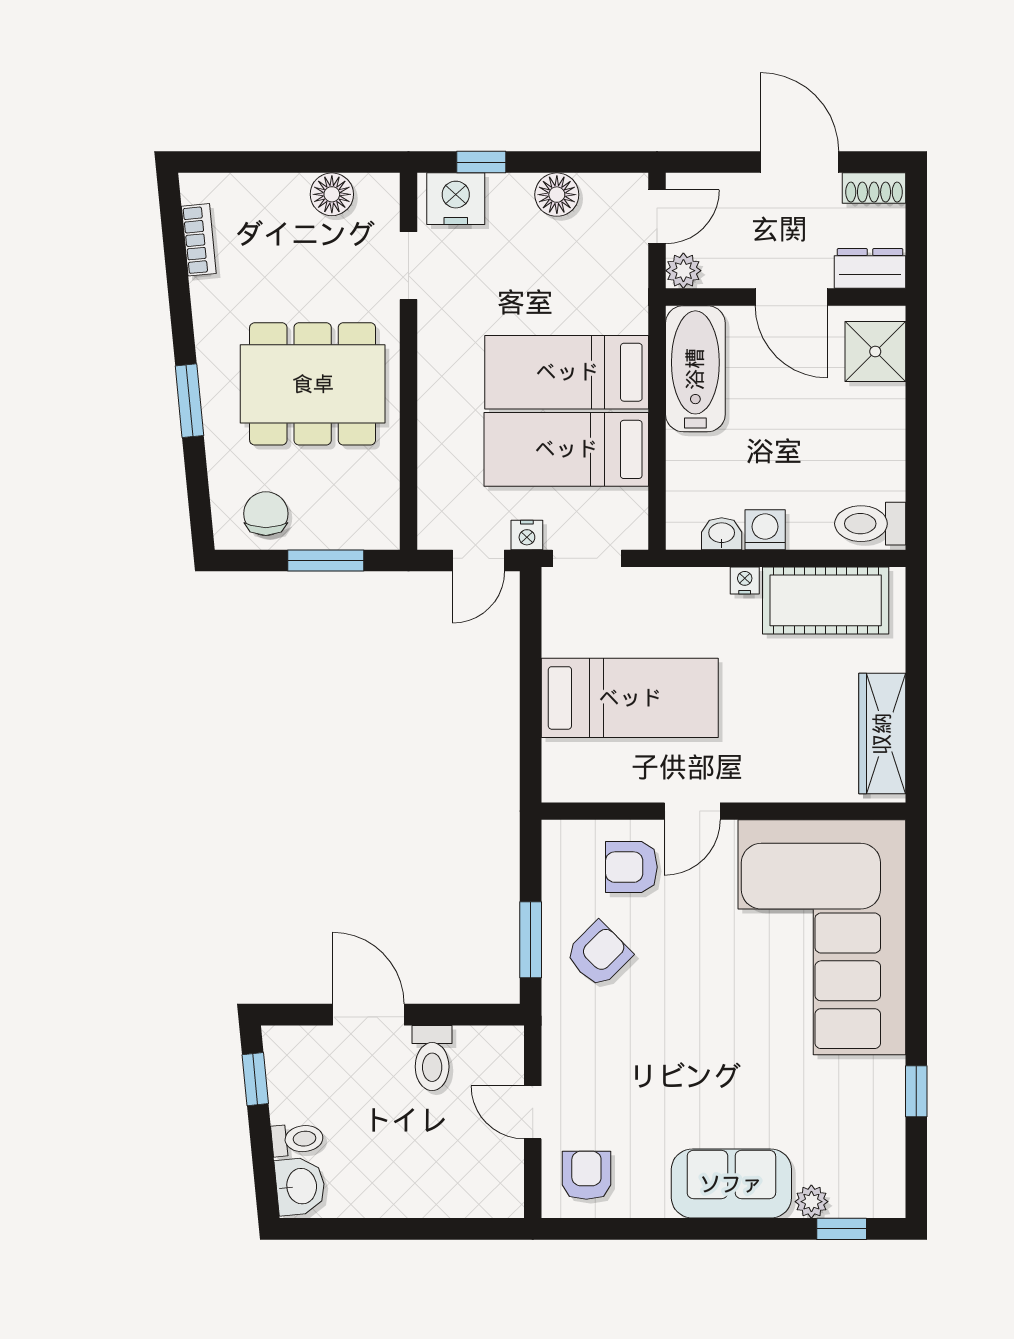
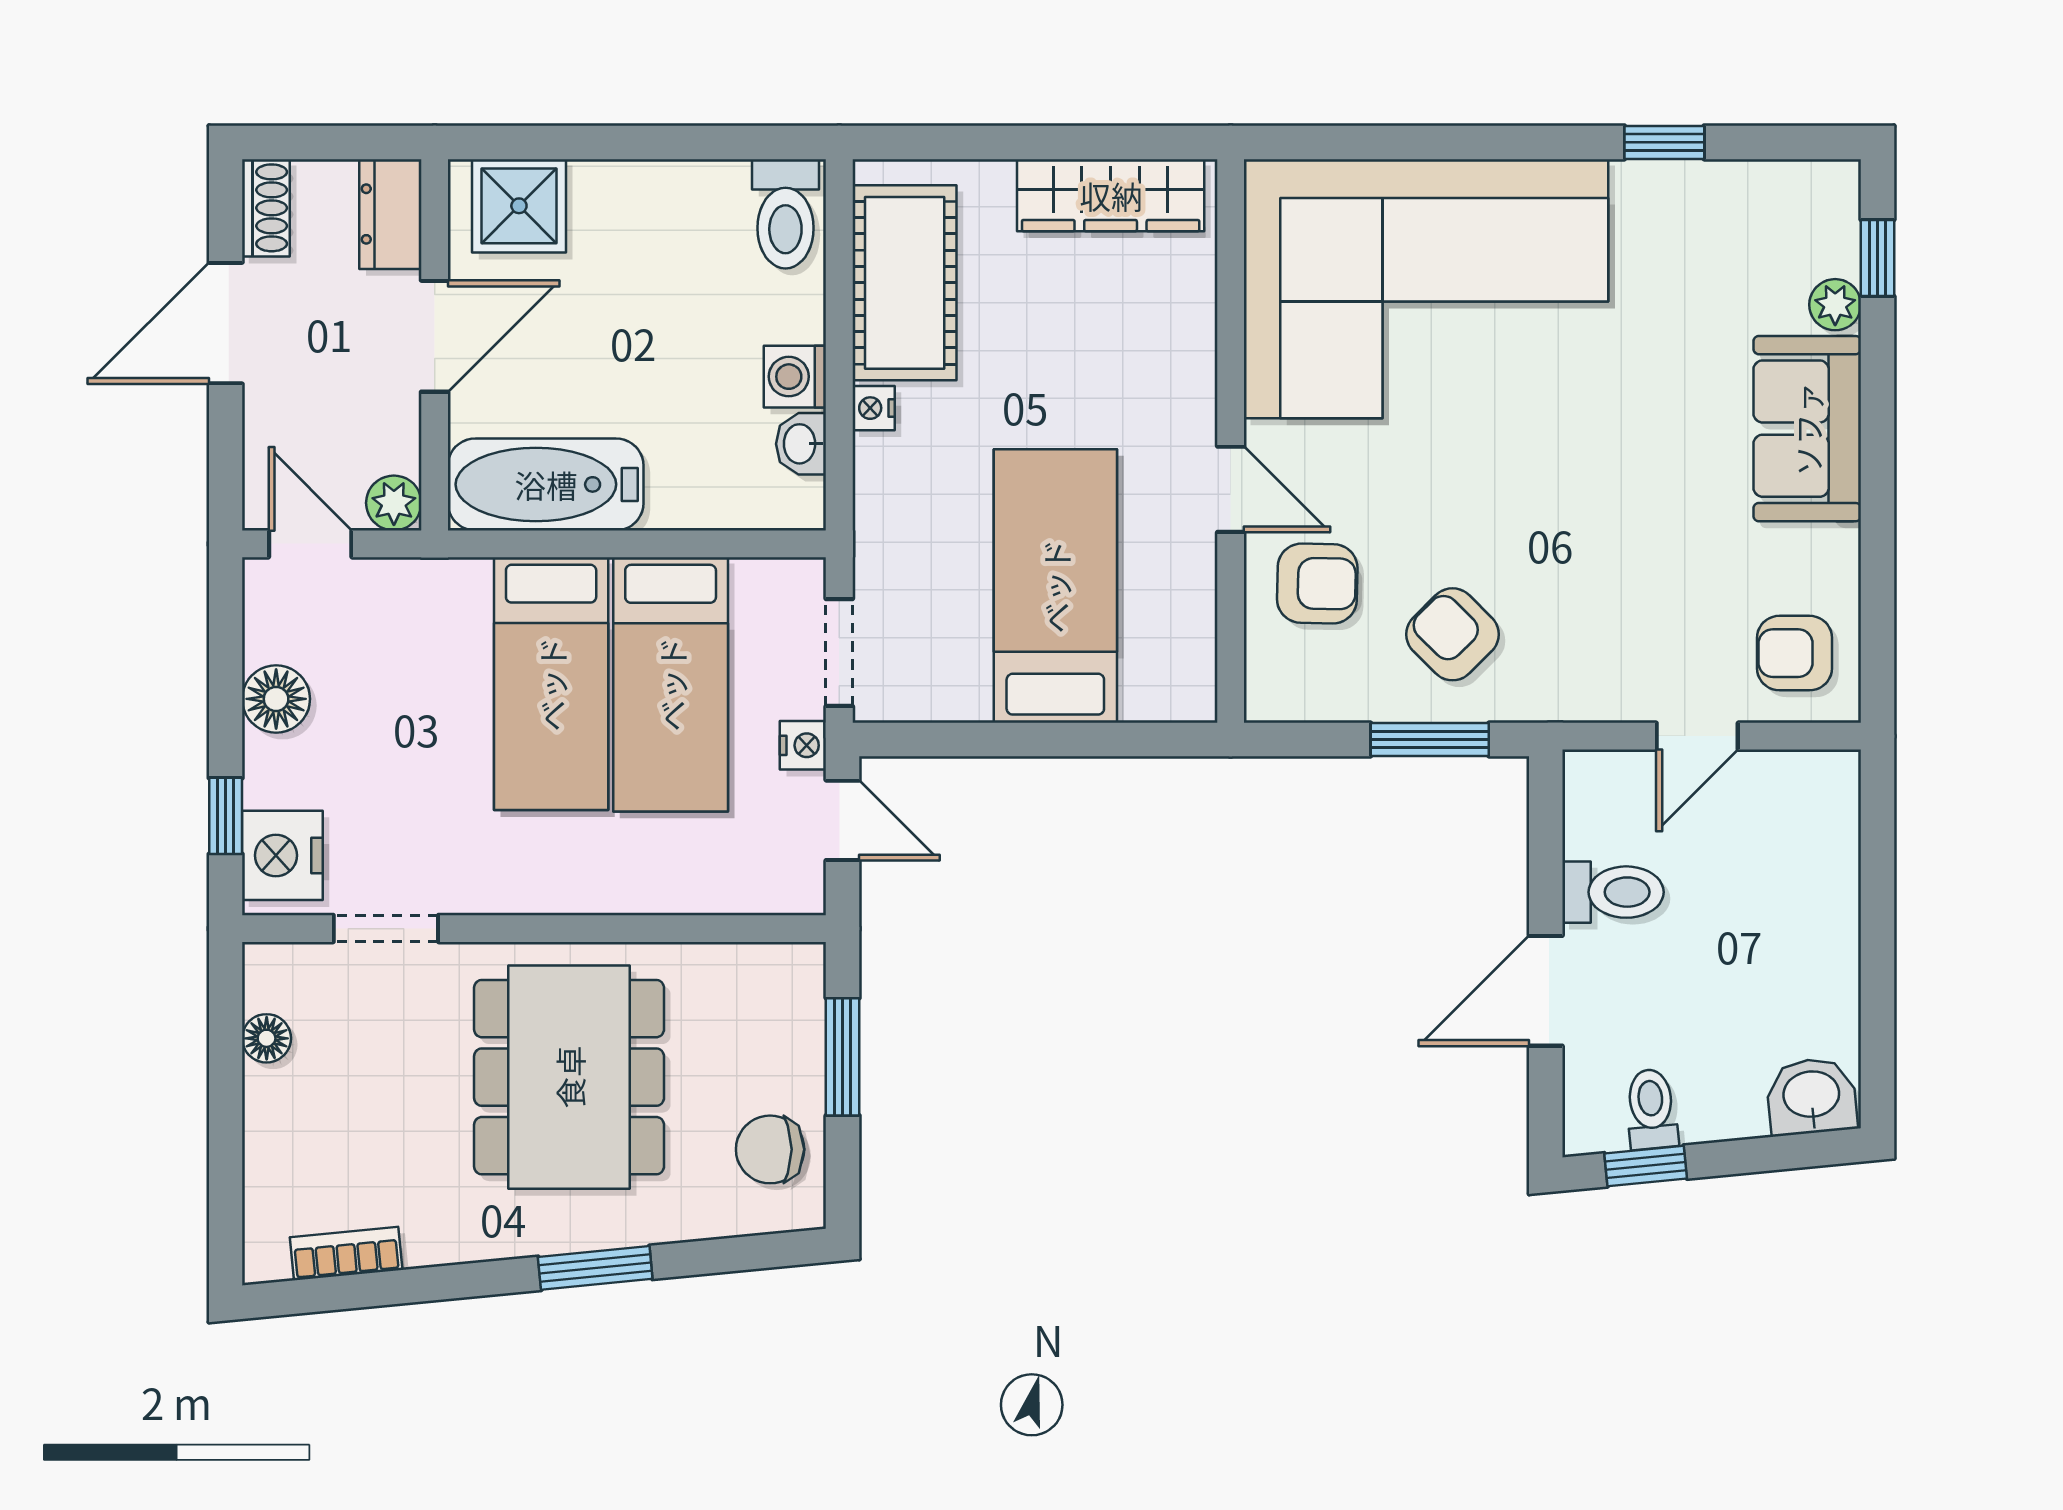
floor lamp: (332, 194) -> (267, 1038), width x0.73, depth x0.73
armchair: (631, 867) -> (1317, 584), turned -89
toilet: (297, 1139) -> (1651, 1109), moved

